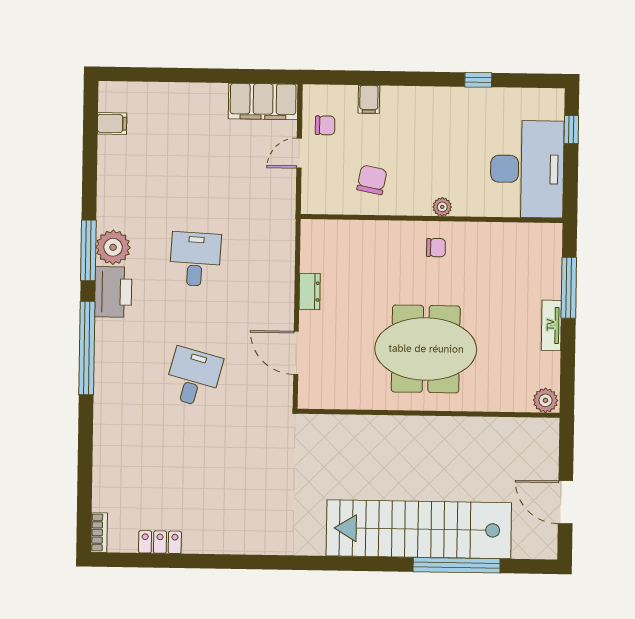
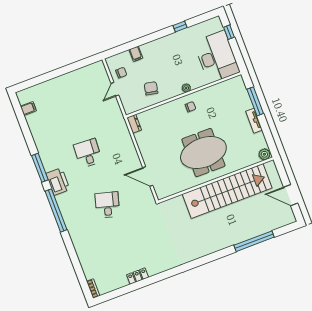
filing cabinet: (263, 101) -> (90, 73), removed
plant: (113, 247) -> (50, 162), removed
dresser: (310, 291) -> (134, 124), moved
stairs: (419, 529) -> (227, 191), moved, turned 180
locker: (160, 542) -> (138, 276), moved

